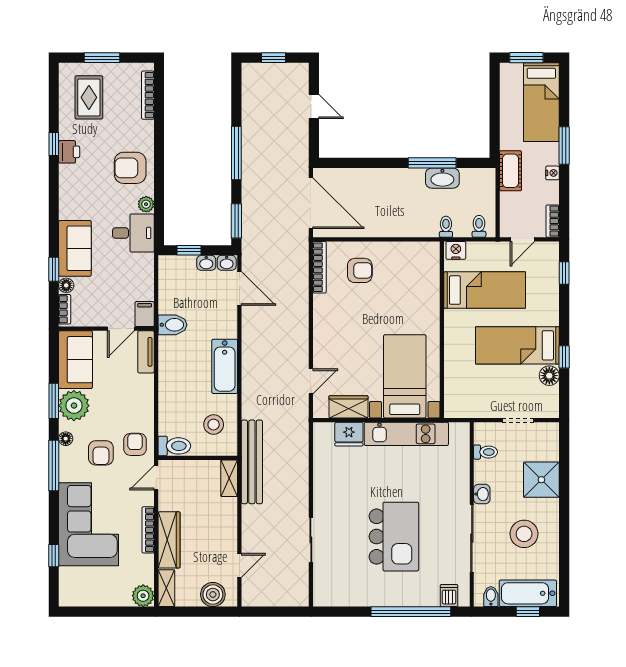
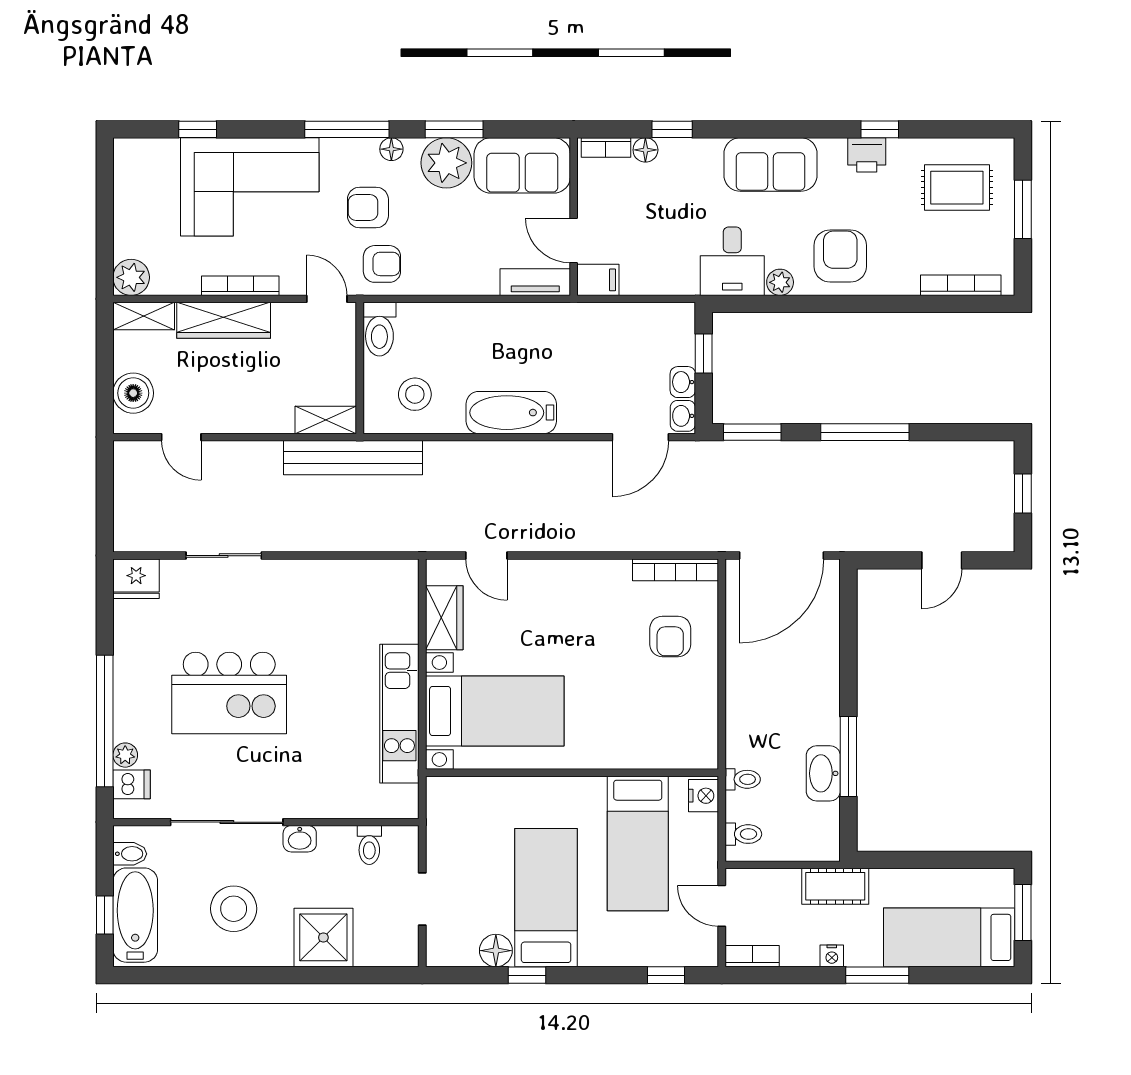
sofa: (75, 248) -> (771, 164), moved
bidet: (172, 325) -> (580, 326), removed
fridge: (349, 434) -> (136, 579), moved, turned -90
plant: (431, 599) -> (125, 755), added

